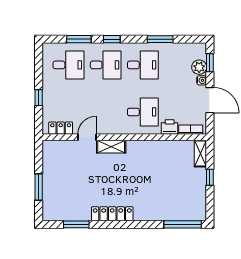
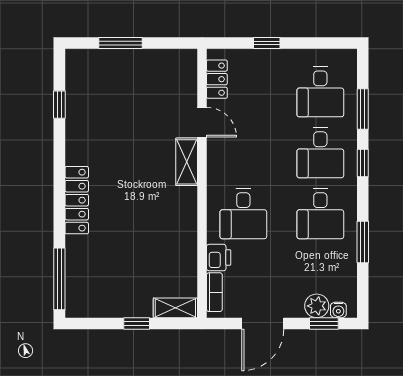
water cooler: (202, 80) -> (338, 310), moved
locker: (112, 214) -> (77, 200), moved
window: (76, 224) -> (59, 105), width x0.67

